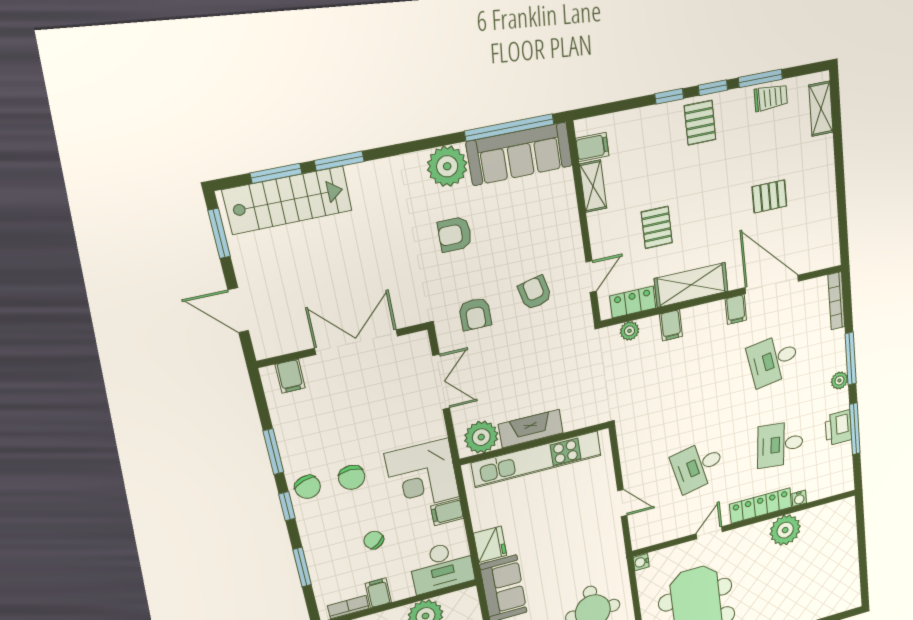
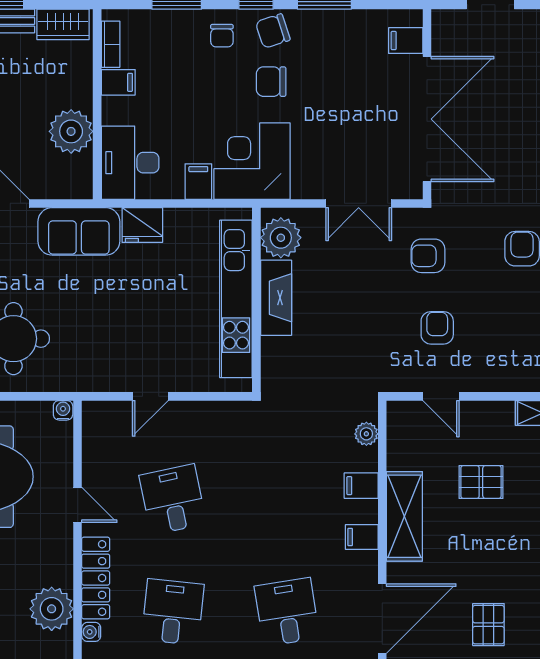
armchair: (535, 293) -> (437, 328), turned -77
locker: (633, 302) -> (400, 442), removed
filing cabinet: (736, 310) -> (362, 537), moved
double door: (356, 342) -> (427, 119), width x1.36
chair: (374, 540) -> (222, 36), moved, turned 128

